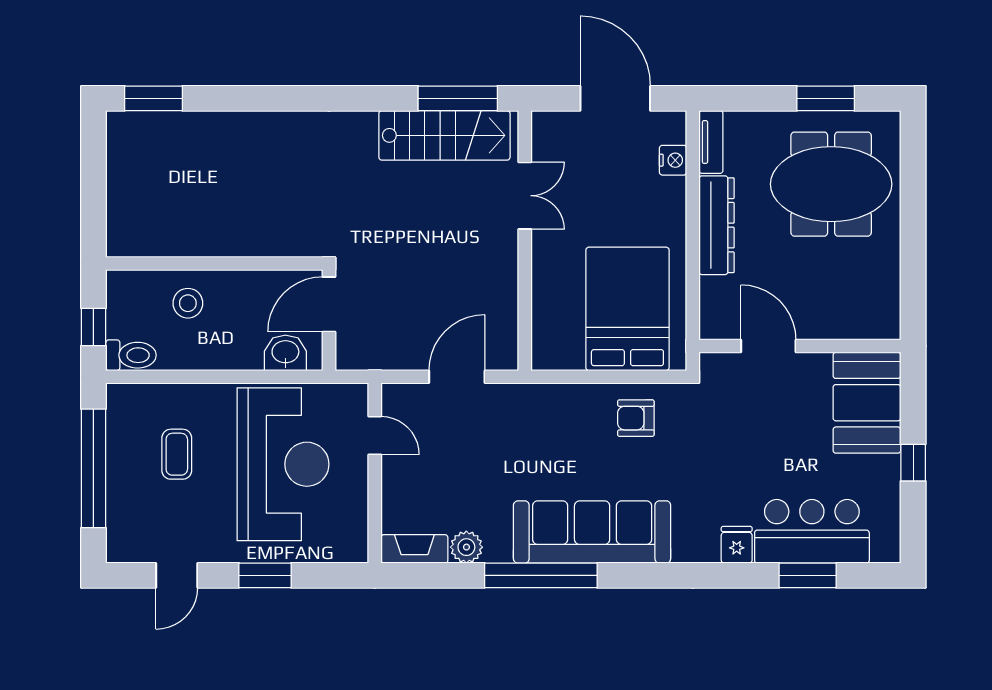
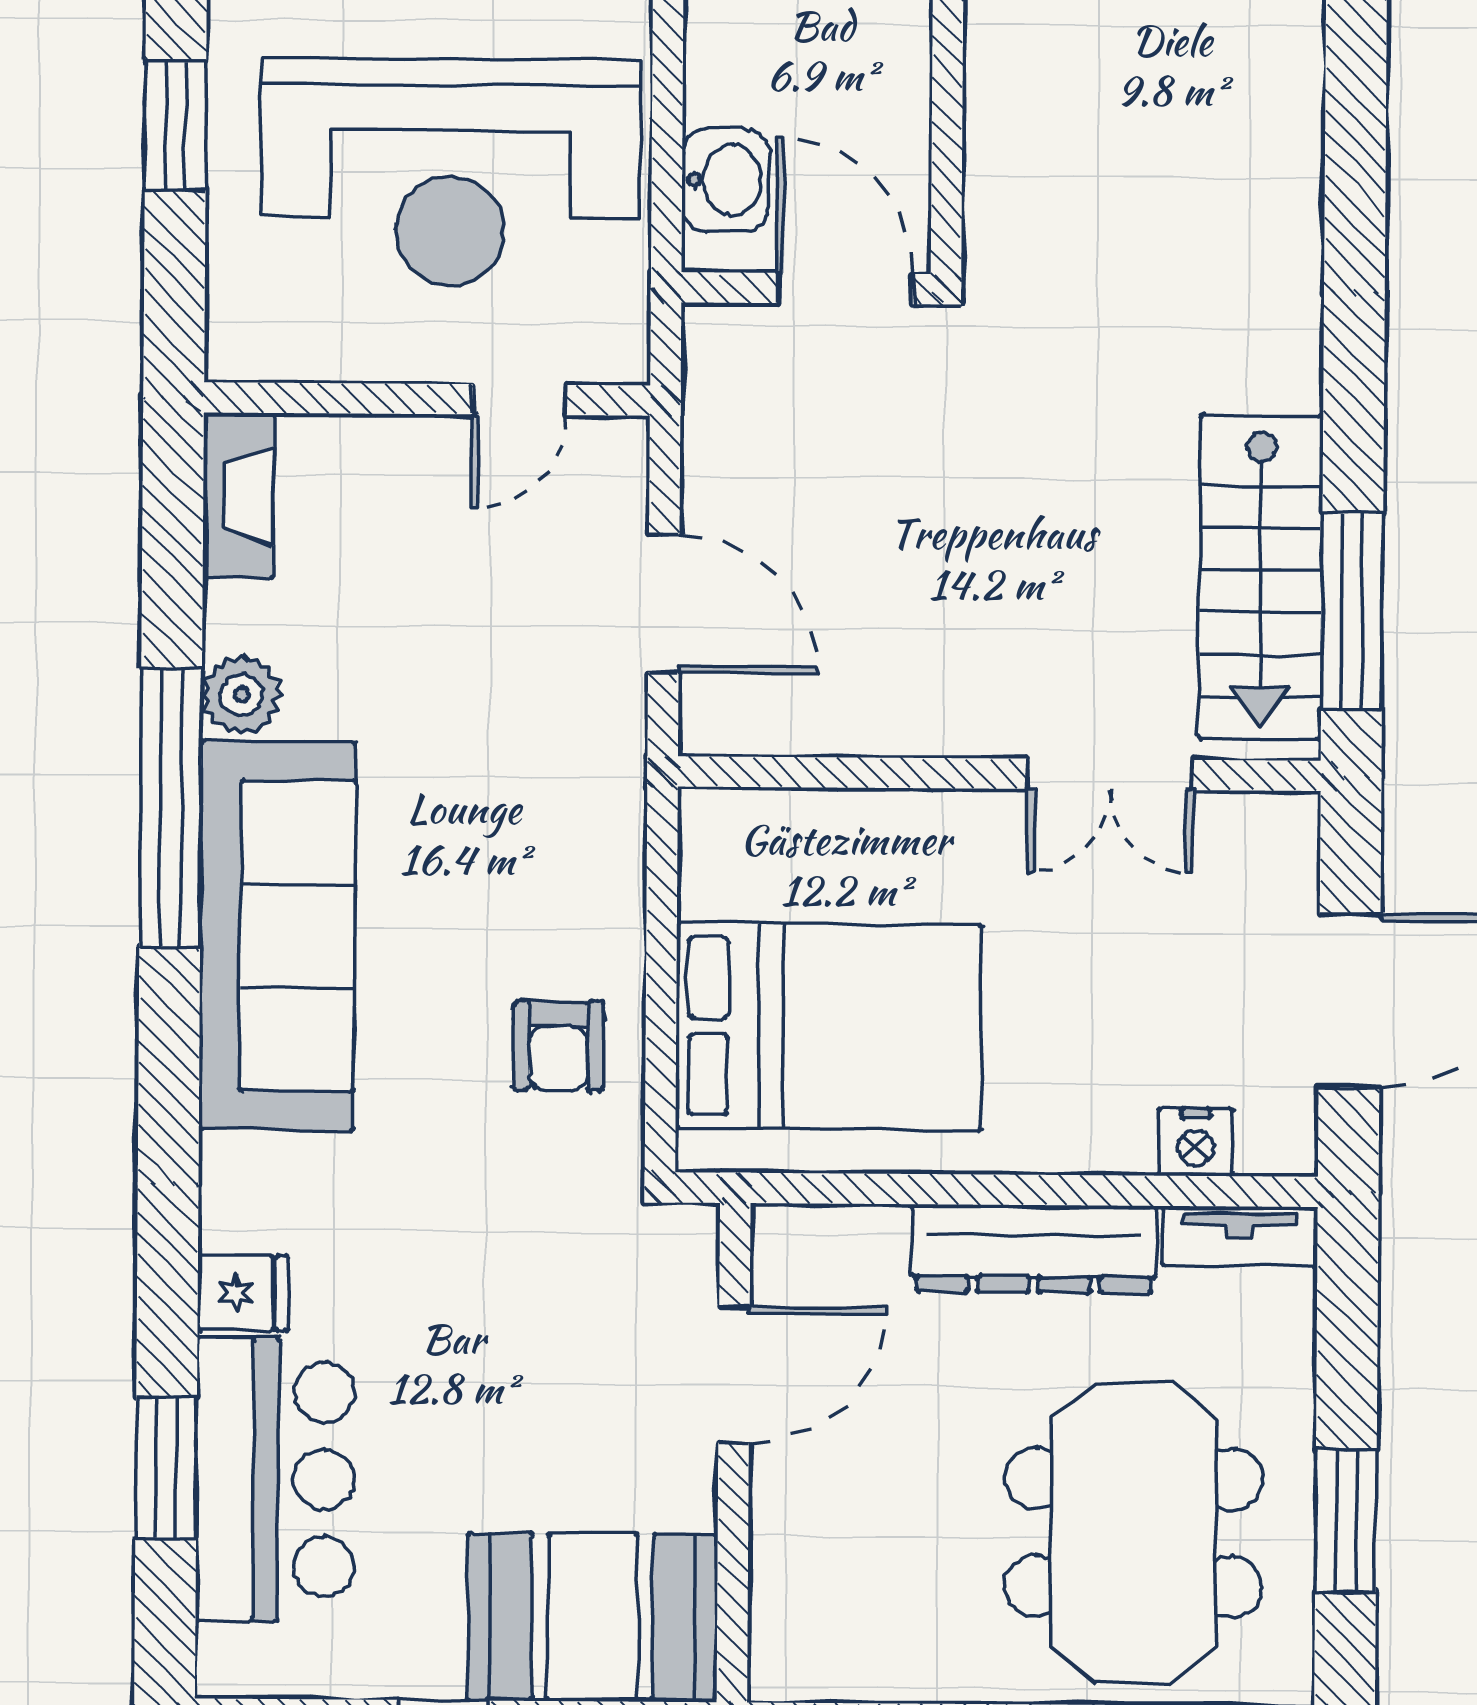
armchair: (636, 418) -> (558, 1046), turned 180
plant: (466, 547) -> (242, 695), moved

